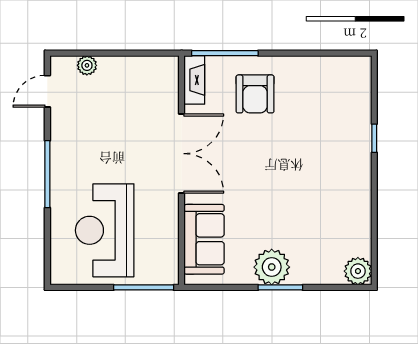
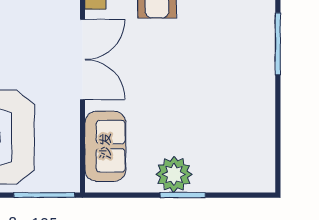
window: (374, 138) -> (278, 44), width x2.17
plant: (358, 271) -> (261, 179), removed

